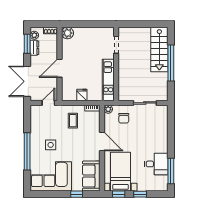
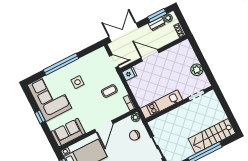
plant: (67, 33) -> (197, 70), moved
fridge: (82, 95) -> (129, 74), moved
window: (77, 194) -> (40, 117), moved

